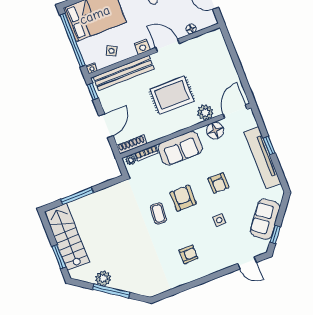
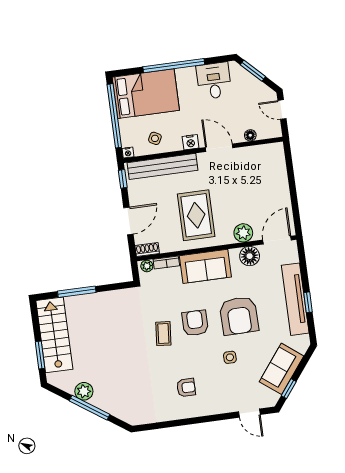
rug: (172, 95) -> (196, 215), moved, turned 90
shoe rack: (132, 144) -> (147, 250), width x0.70
window: (269, 145) -> (308, 302), moved
armchair: (218, 183) -> (239, 316), width x1.88, depth x1.88

